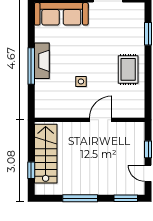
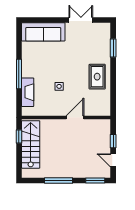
fireplace: (42, 61) -> (28, 92), moved
window: (31, 170) -> (19, 136), moved

